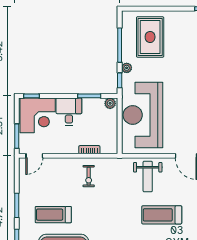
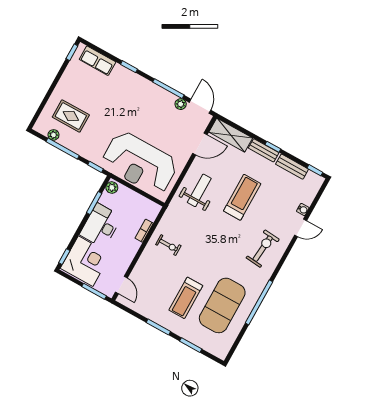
rug: (150, 37) -> (71, 116), width x0.73, depth x0.70
plant: (127, 68) -> (53, 135), moved
desk: (69, 112) -> (101, 226), width x1.37
weight bench: (148, 176) -> (199, 190), turned -90
treadmill: (162, 215) -> (242, 197), turned 180

